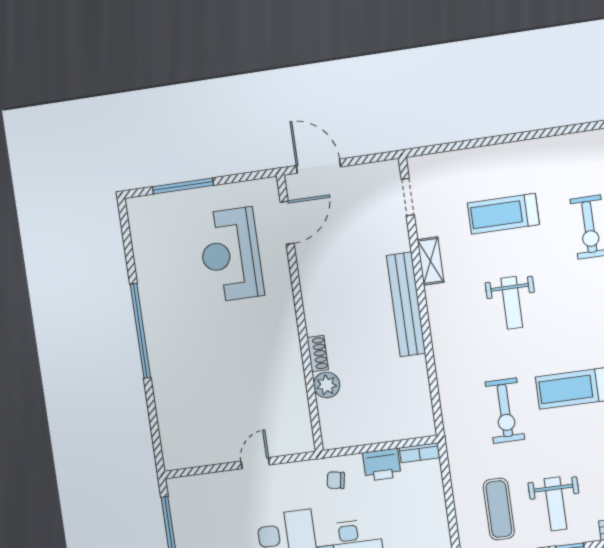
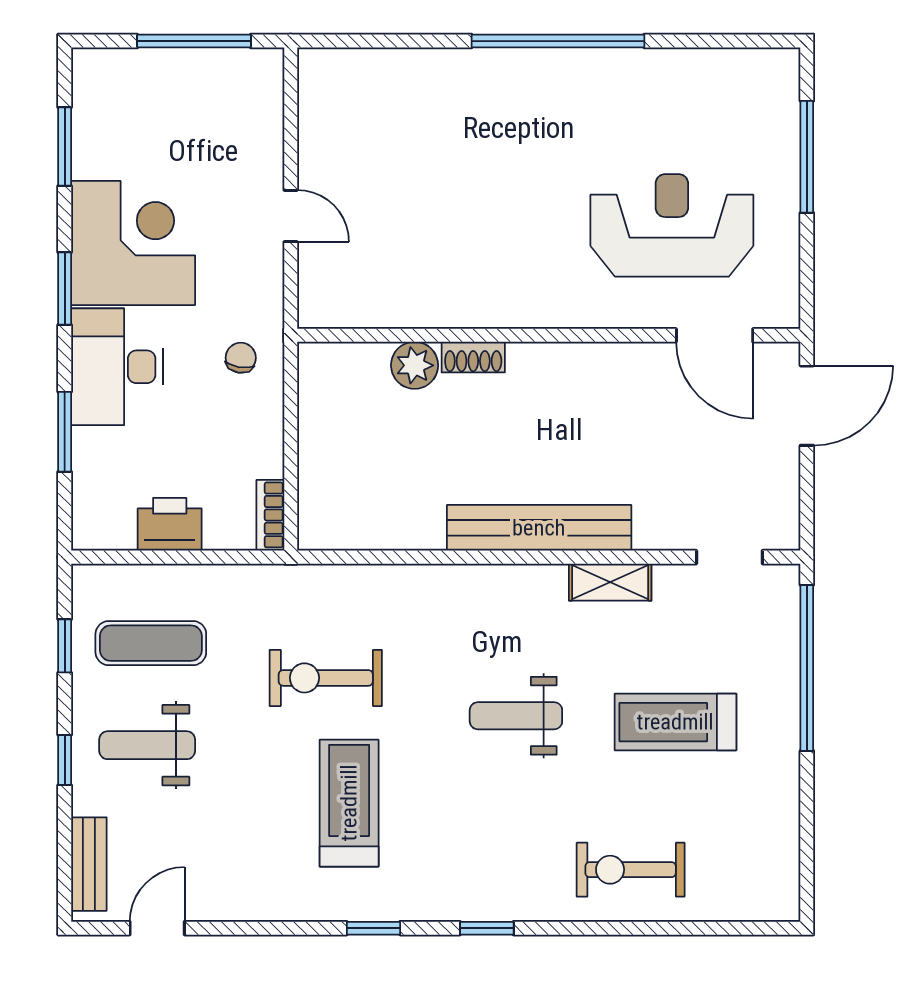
window: (463, 145) -> (807, 668), added
treadmill: (503, 214) -> (675, 722), turned -90
printer: (382, 465) -> (170, 524), moved, turned 90

